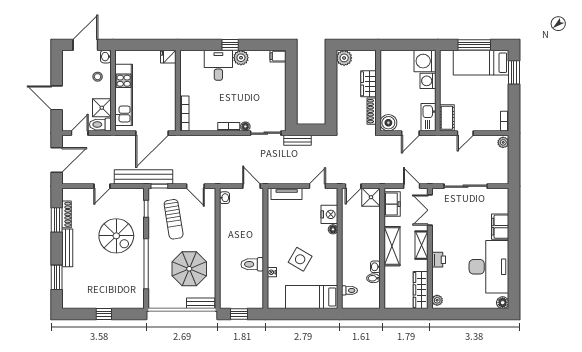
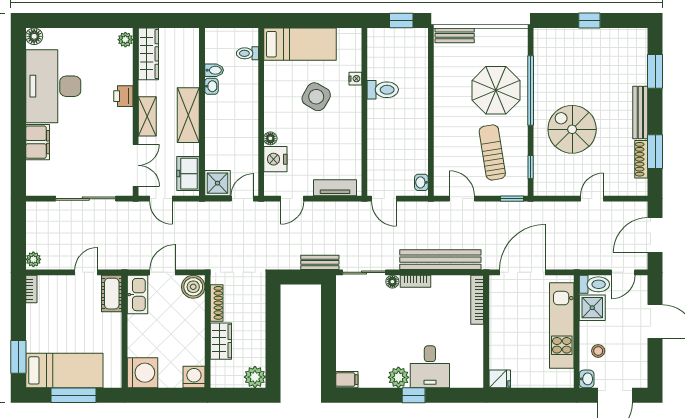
washing machine: (428, 81) -> (194, 377), moved, turned -90
bench: (143, 177) -> (440, 260), moved
parasol: (189, 269) -> (496, 90), moved

